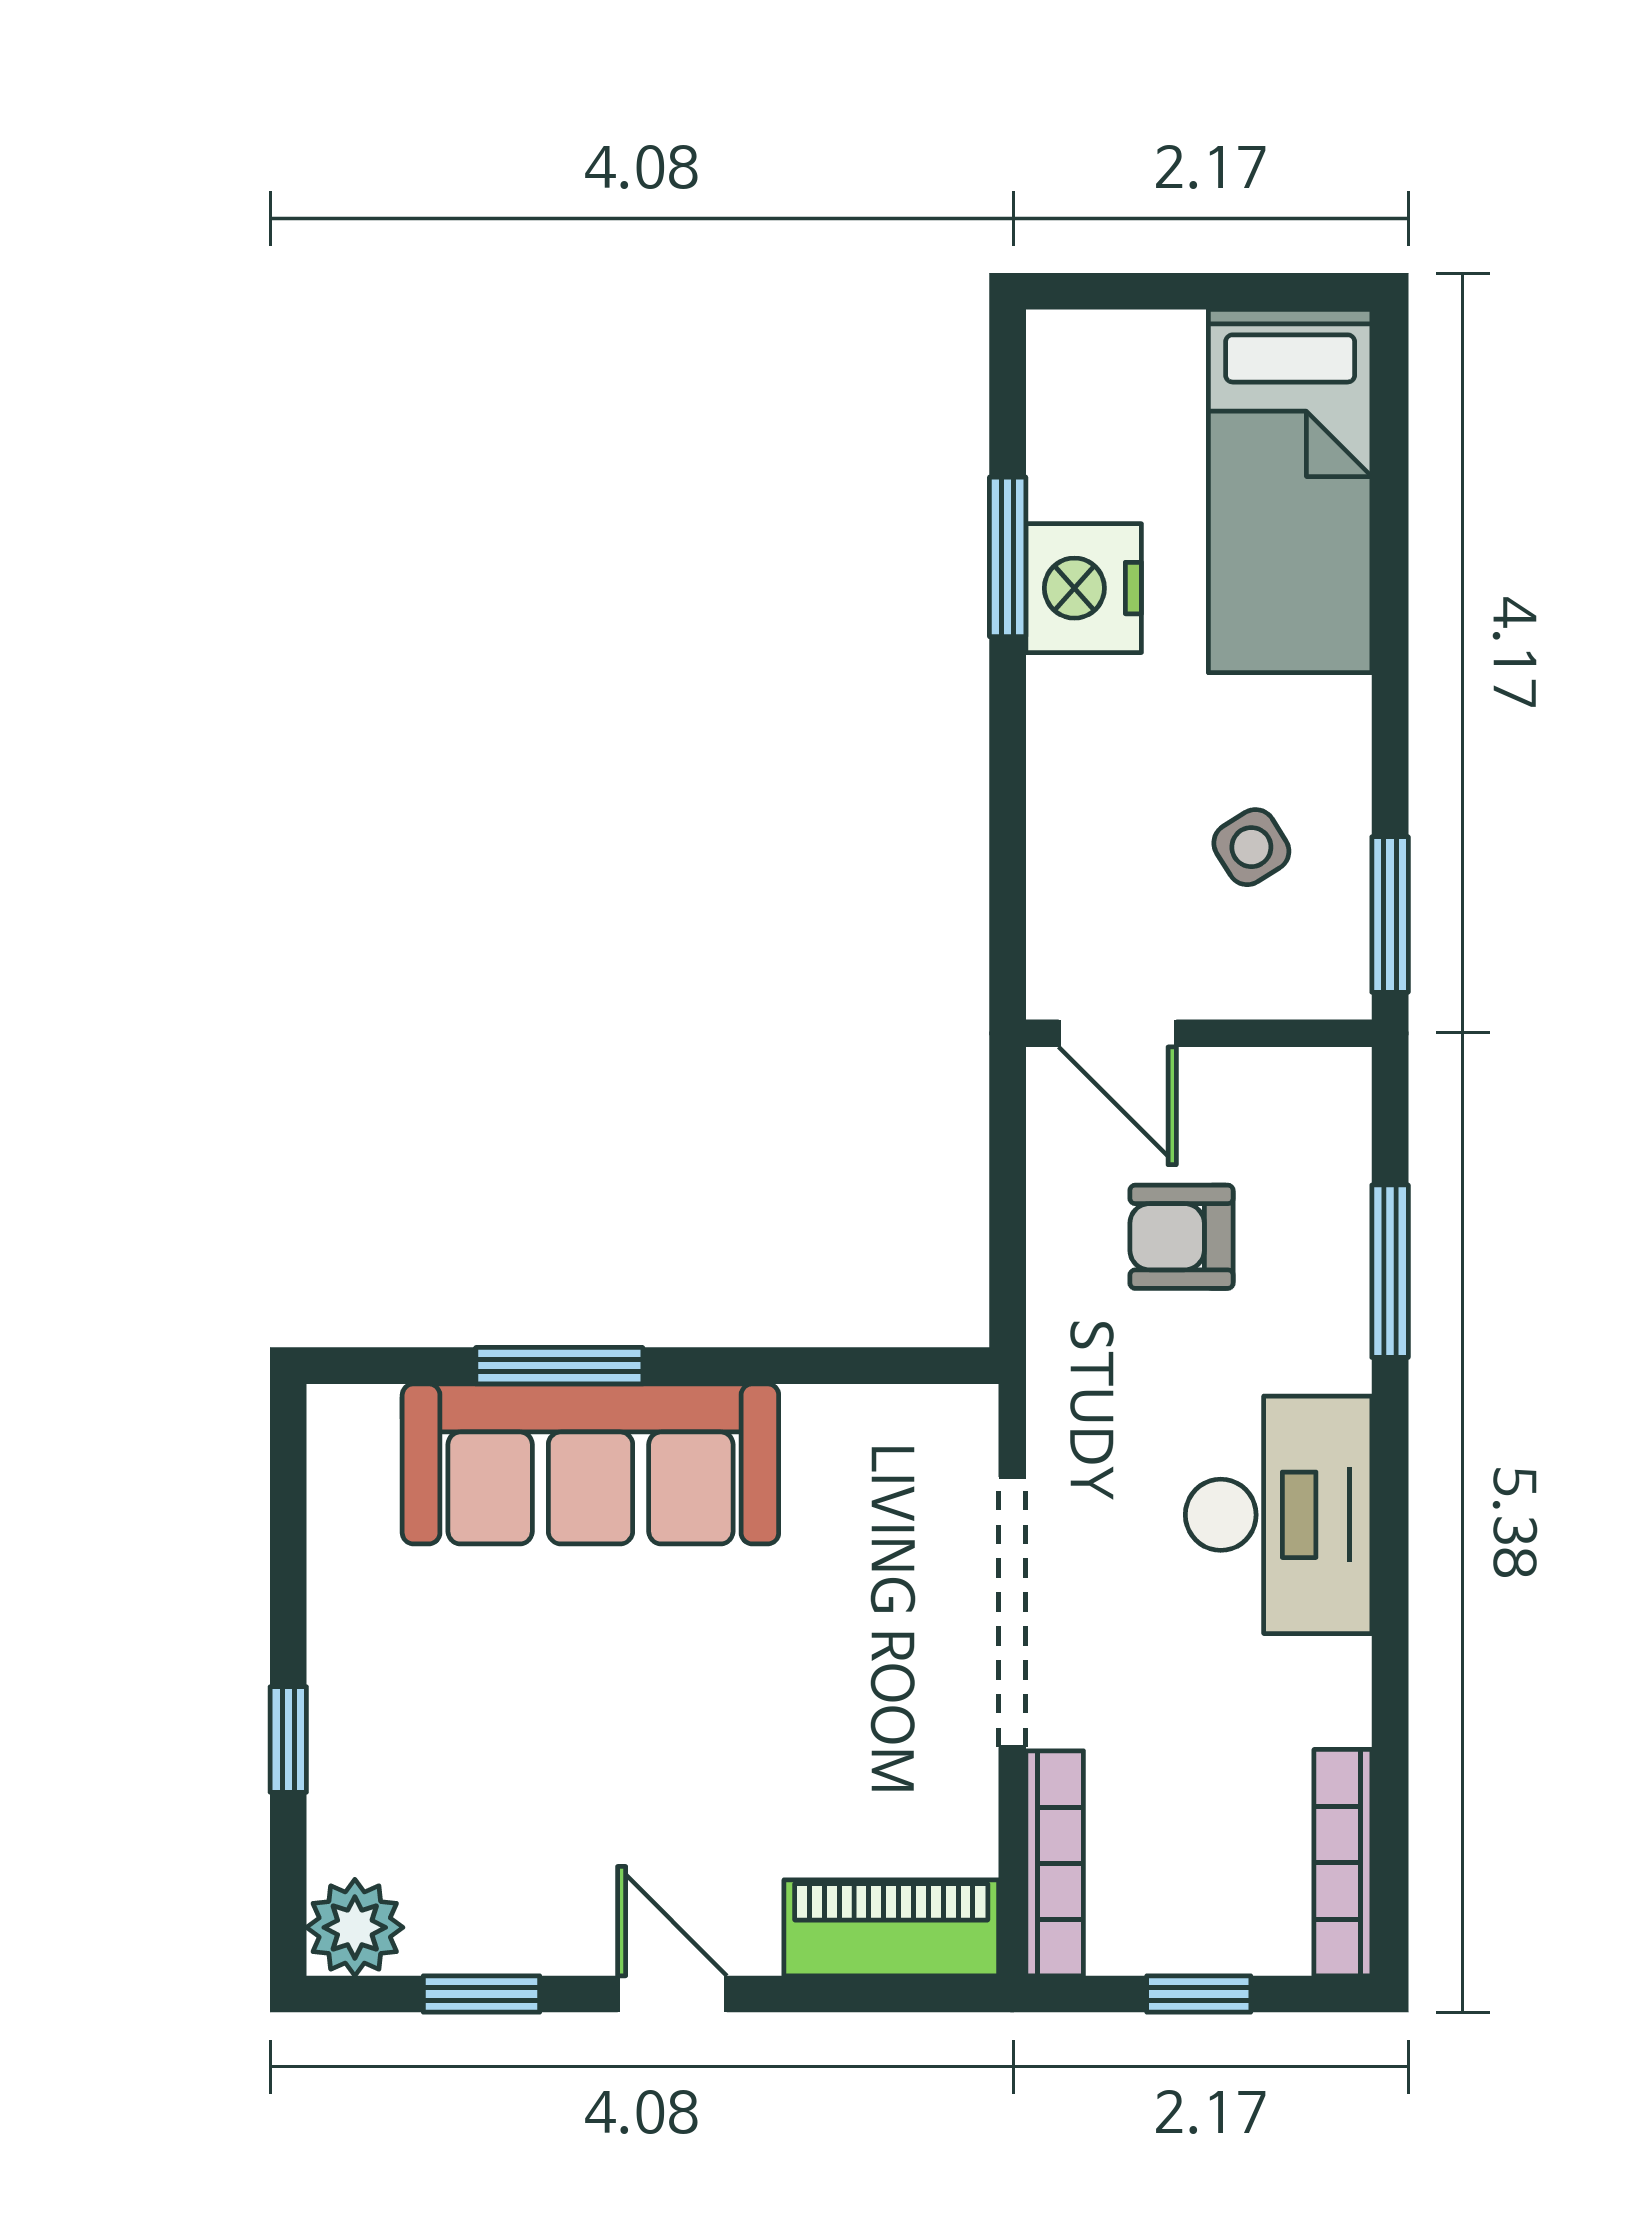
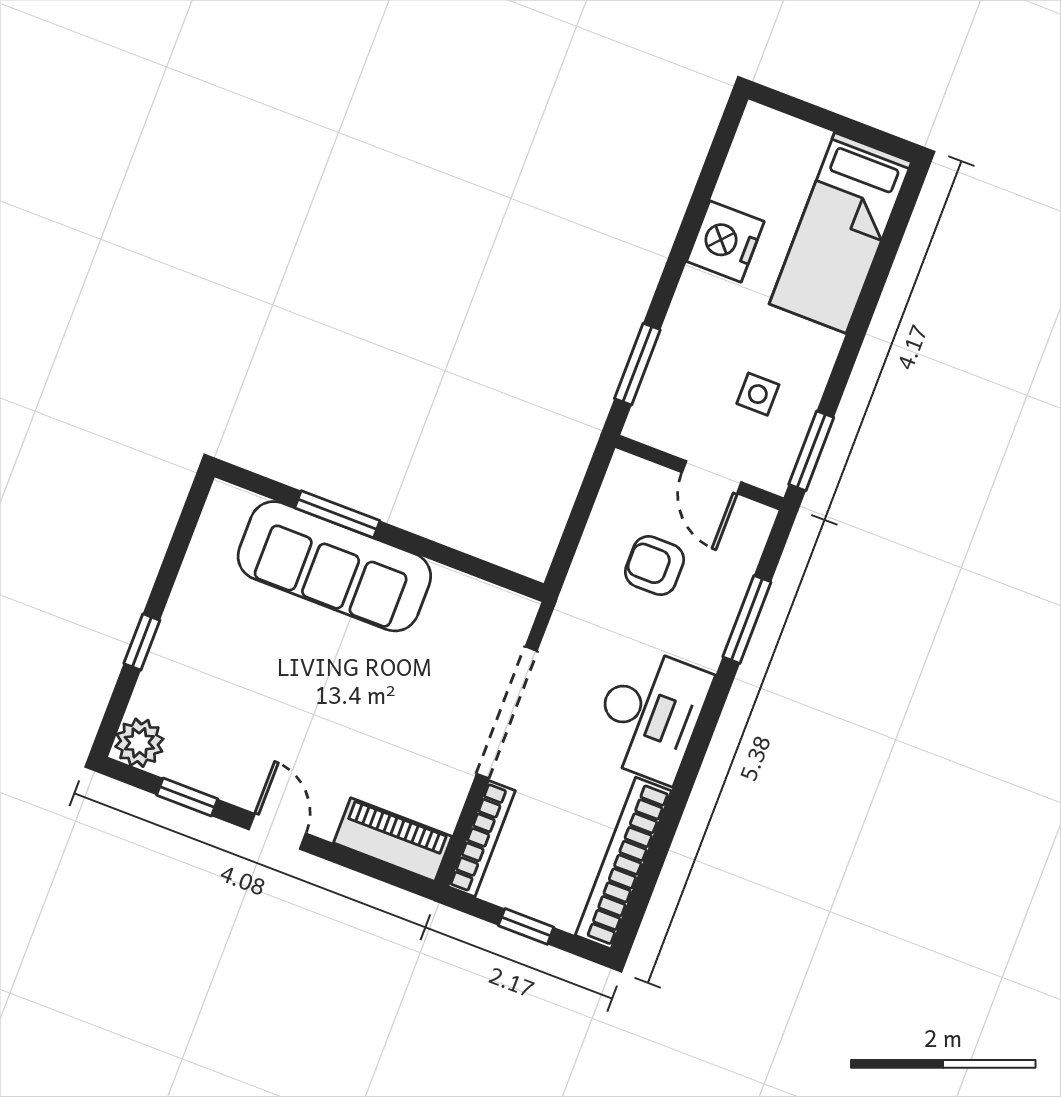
window: (1008, 557) -> (637, 364), moved
side table: (1251, 847) -> (758, 394), turned 32
door: (1117, 1033) -> (712, 477), moved
bookcase: (1343, 1863) -> (623, 863), width x1.48, depth x1.31

